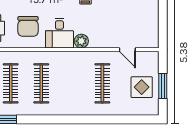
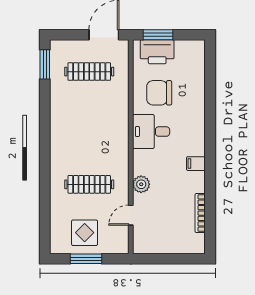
plant: (81, 41) -> (141, 184), moved
clothes rail: (41, 83) -> (89, 109), removed

